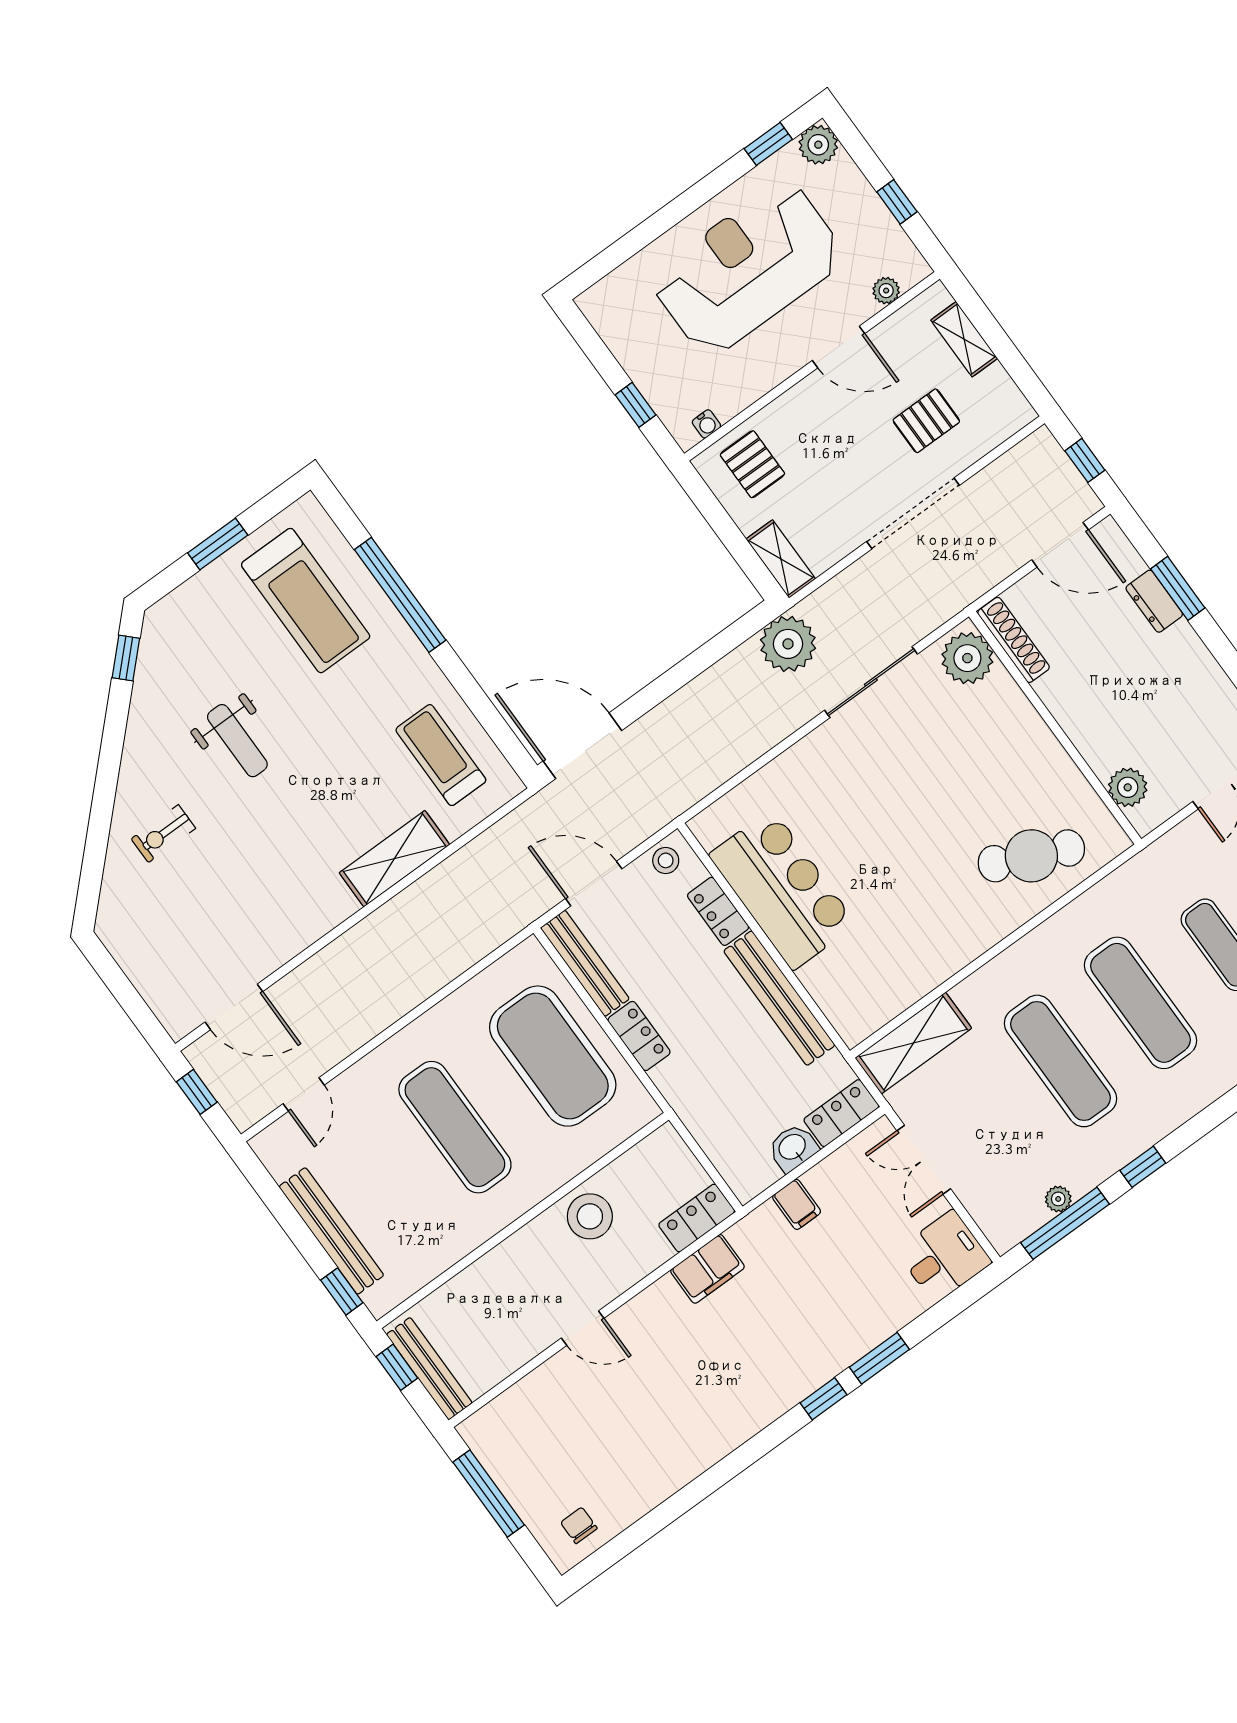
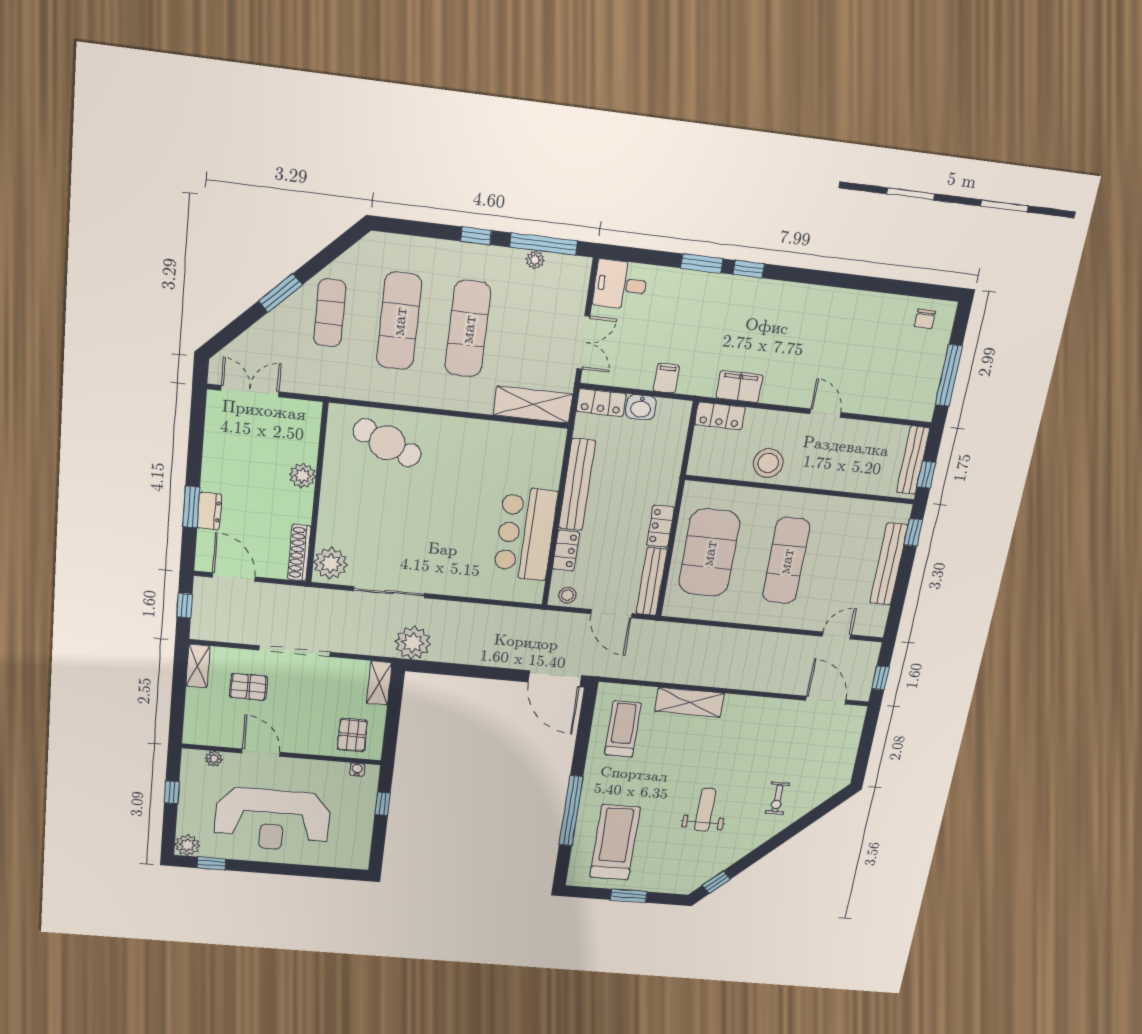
shelving: (964, 339) -> (198, 666), moved
treadmill: (441, 755) -> (623, 729), turned 180
plant: (1128, 787) -> (302, 476), moved
exercise bike: (163, 834) -> (777, 798), turned 90

